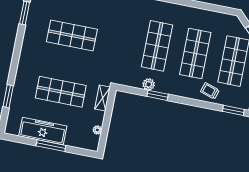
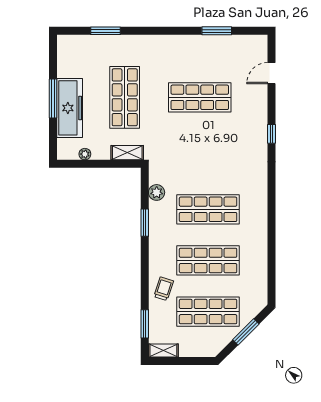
shop shelf: (72, 36) -> (200, 97), turned 90
plant: (149, 84) -> (157, 192), moved
freezer: (43, 131) -> (70, 108), moved

